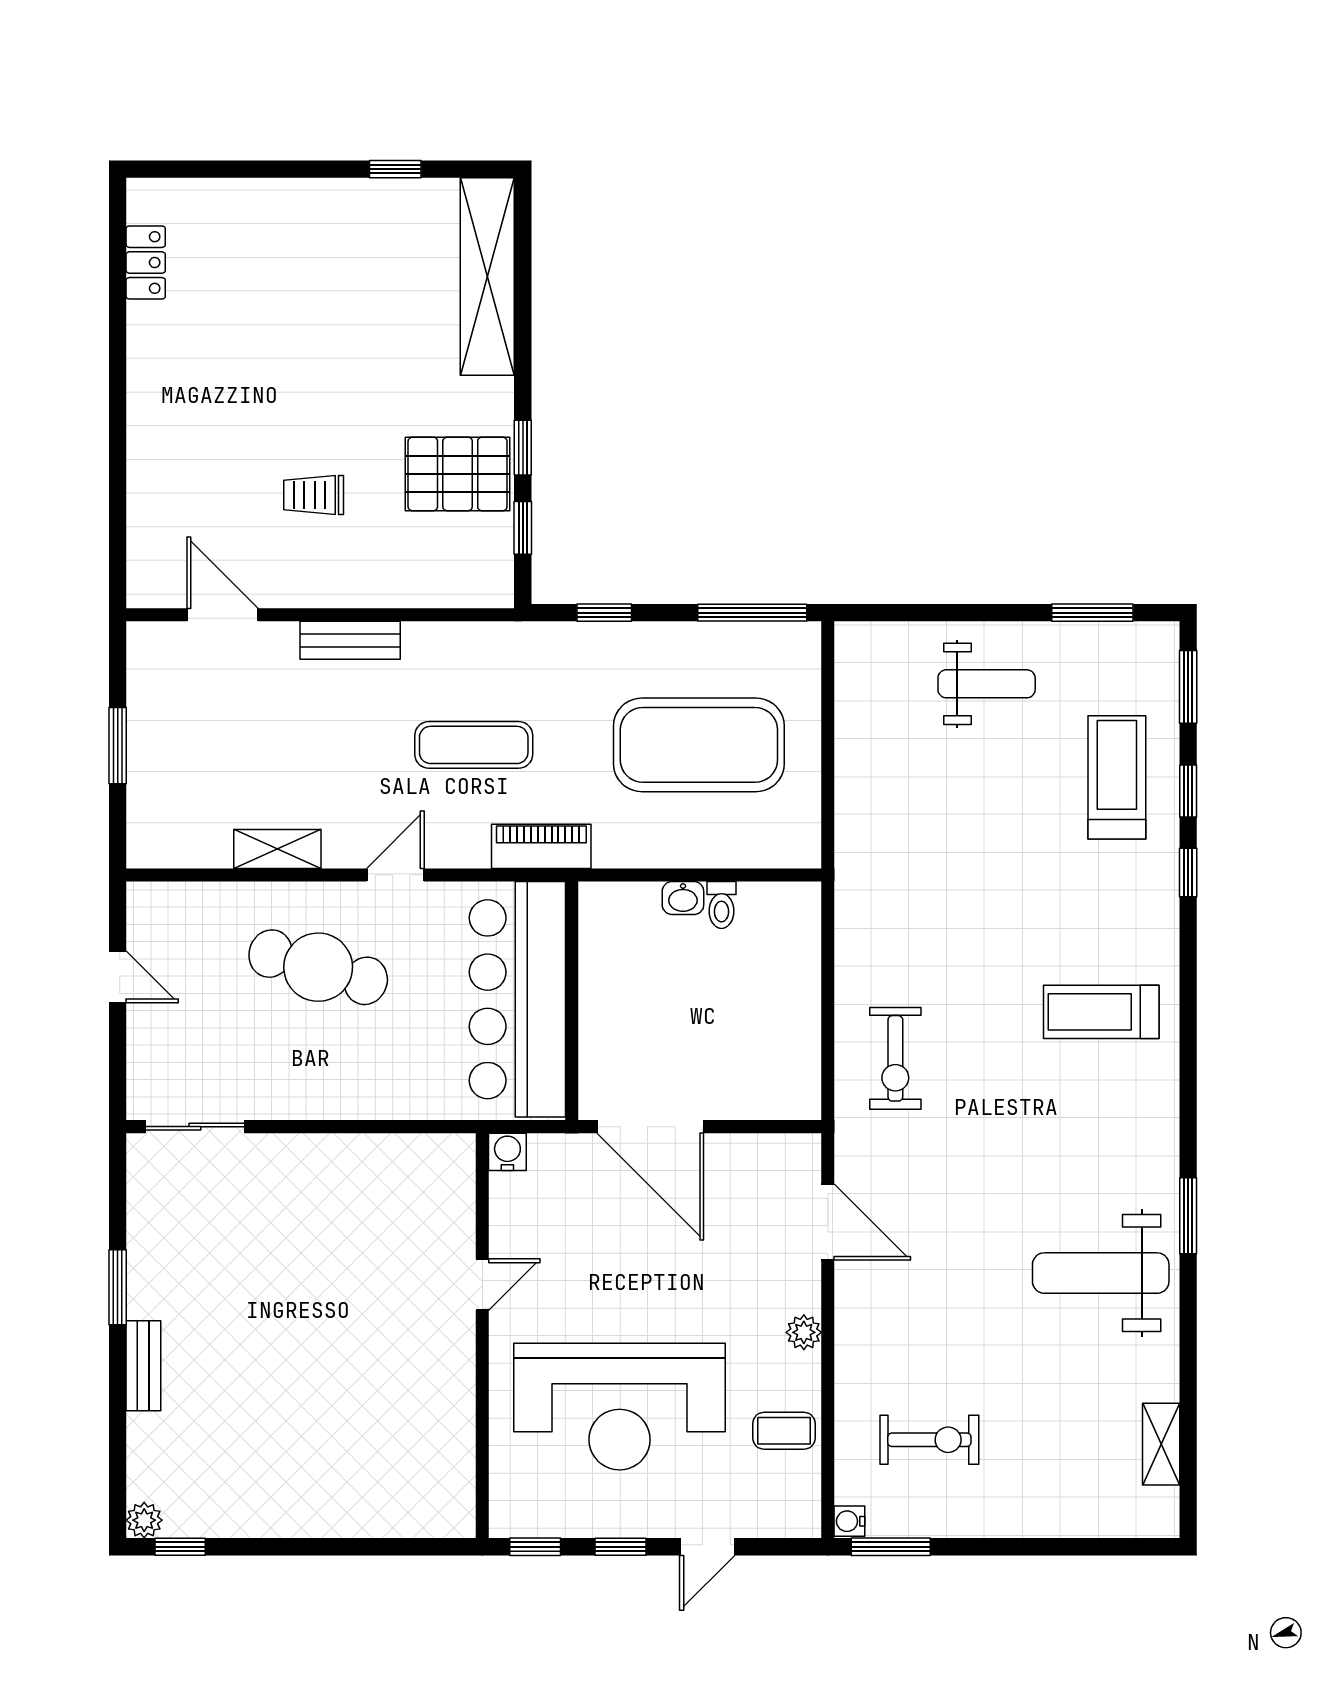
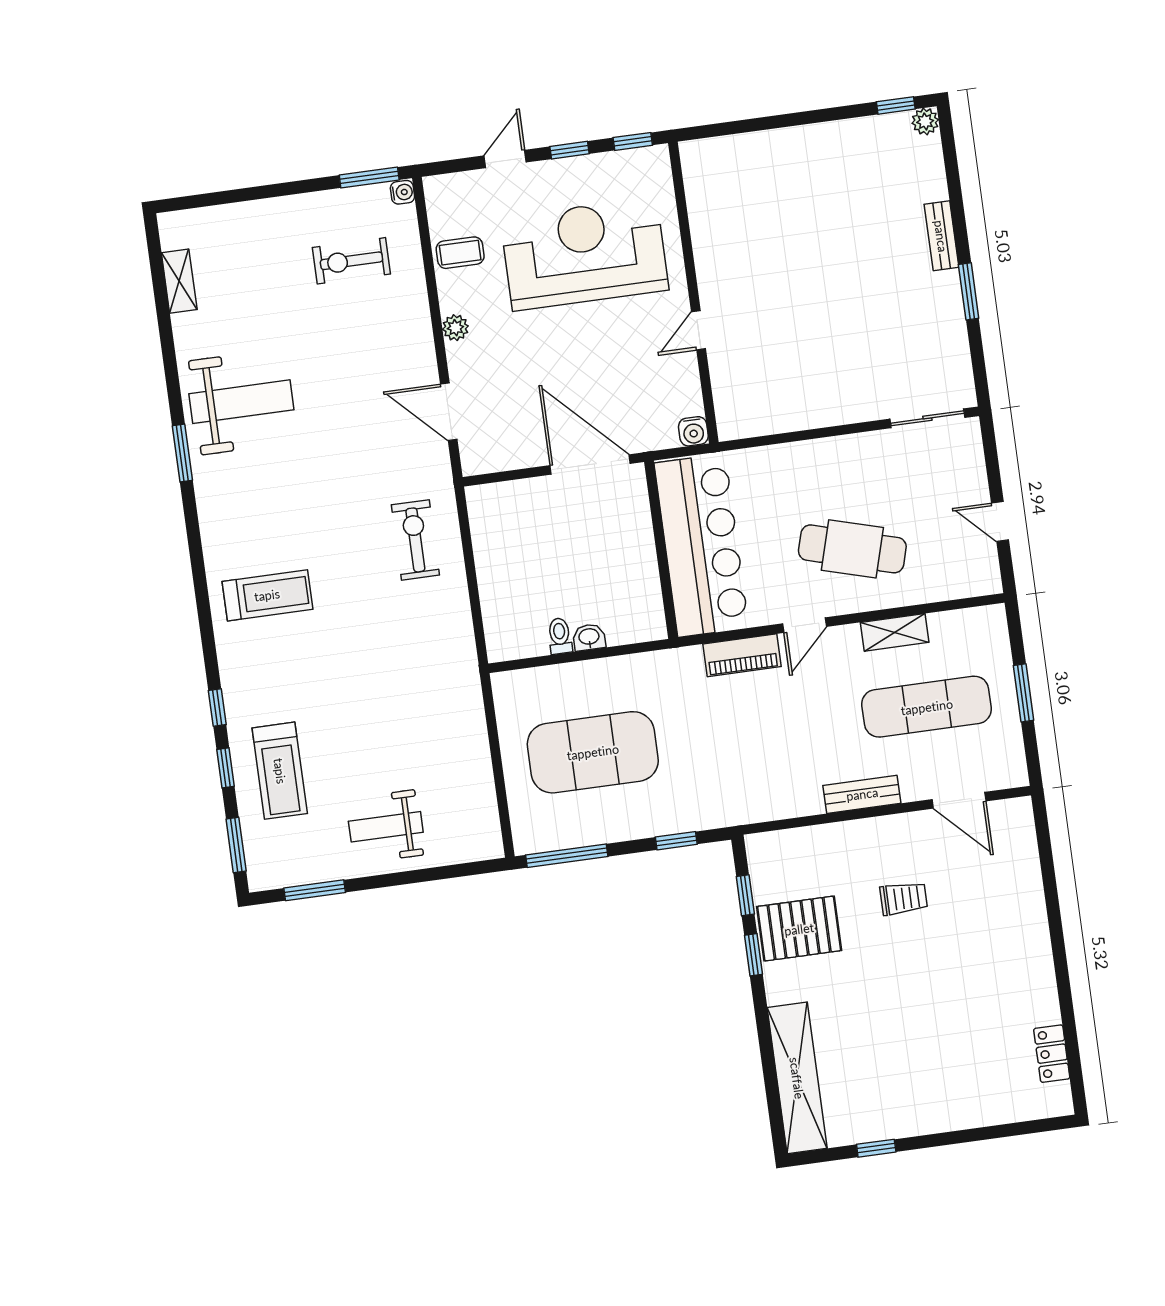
exercise mat: (474, 745) -> (927, 707), moved, width x1.36, depth x1.45
piano: (541, 846) -> (742, 655), moved

